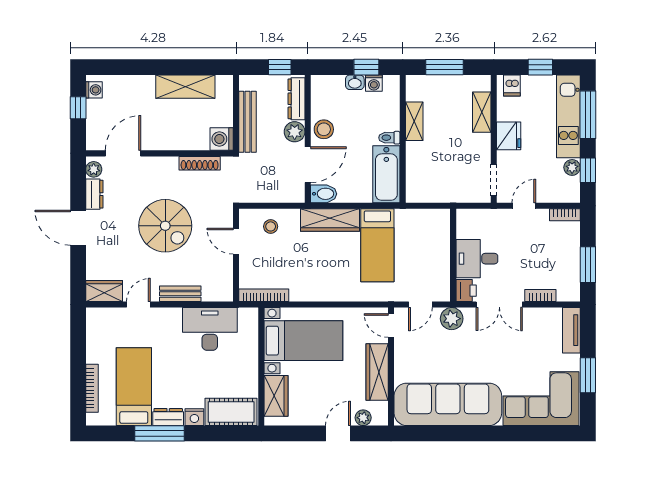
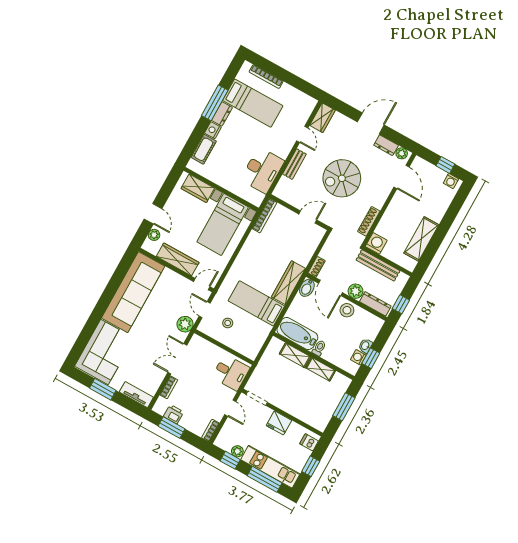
shelving: (482, 112) -> (295, 355), moved
shoe rack: (291, 196) -> (317, 267), added
stool: (271, 226) -> (228, 323), moved
desk: (477, 259) -> (231, 373), moved, turned 90
printer: (466, 291) -> (174, 414), moved, turned 180
cot: (231, 412) -> (204, 149), width x0.73, depth x0.75

